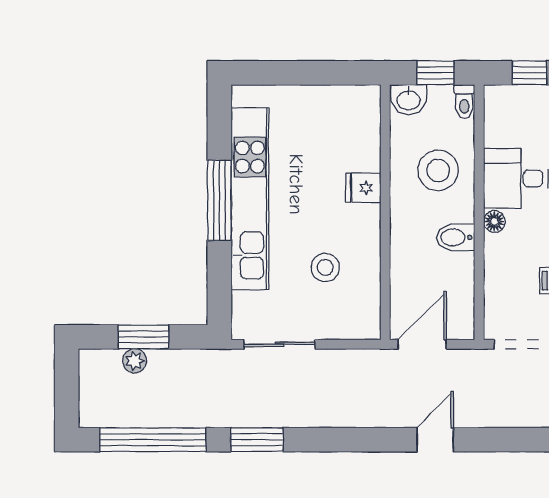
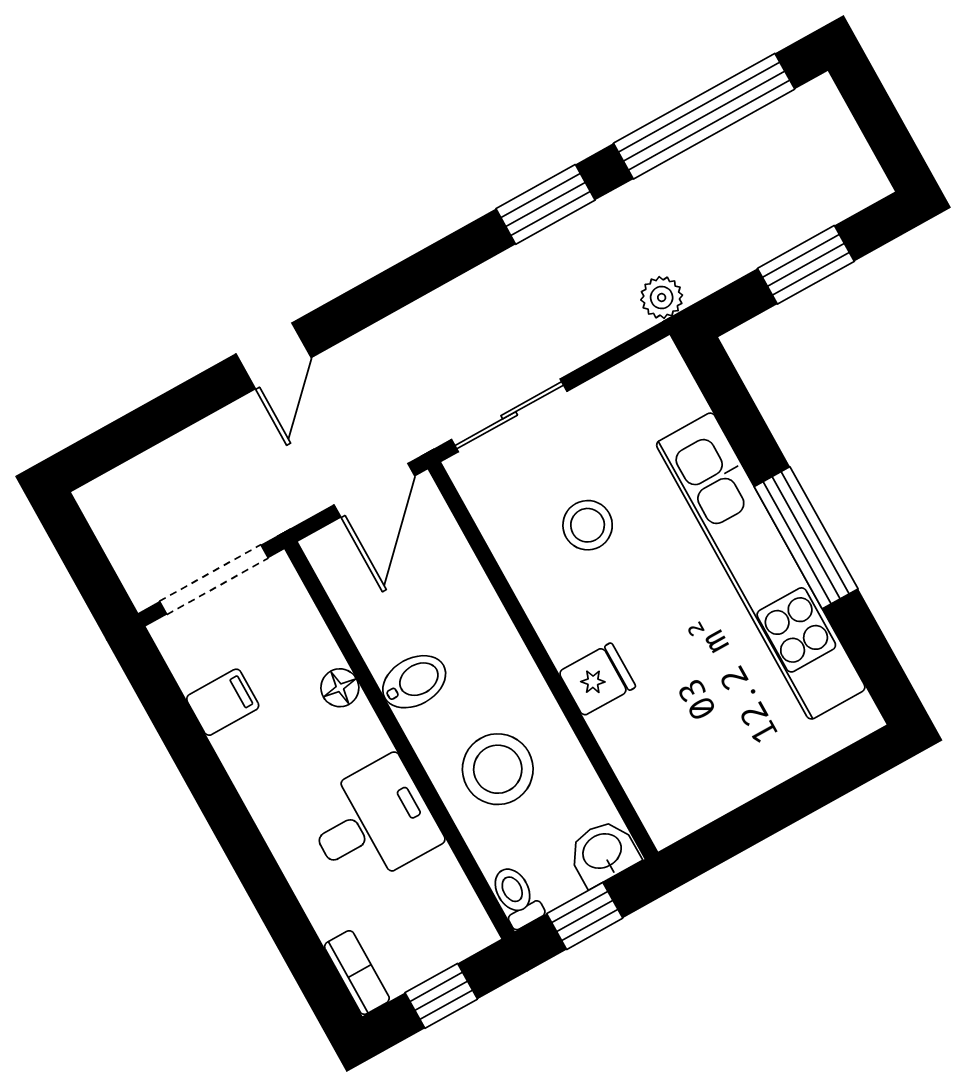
floor lamp: (494, 221) -> (340, 688), moved
sliding door: (279, 344) -> (509, 415), moved
plant: (135, 361) -> (662, 298), moved

